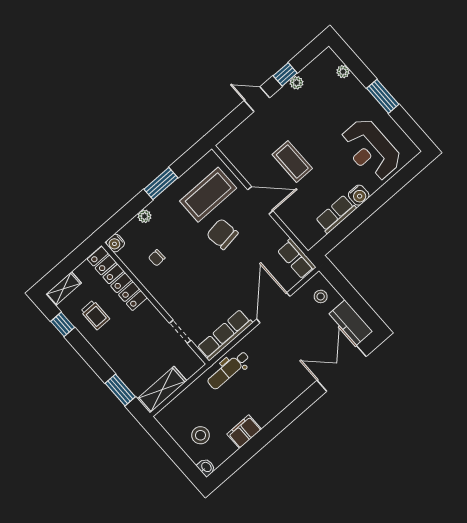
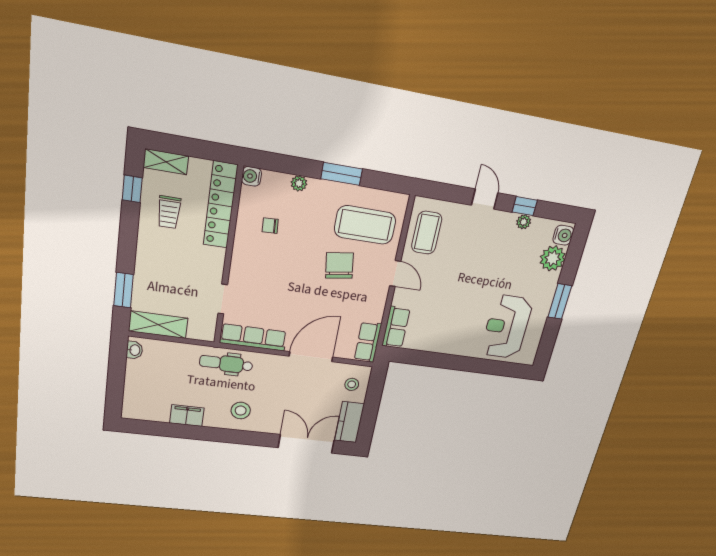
plant: (343, 72) -> (553, 258), width x1.88, depth x1.88
coffee table: (292, 161) -> (427, 233), moved
water cooler: (359, 195) -> (563, 235), moved, turned -90
door: (260, 200) -> (395, 274), width x0.73
row of seats: (336, 214) -> (396, 327), moved, turned 90
stool: (200, 435) -> (241, 411), moved
washbasin: (206, 467) -> (134, 350), moved

